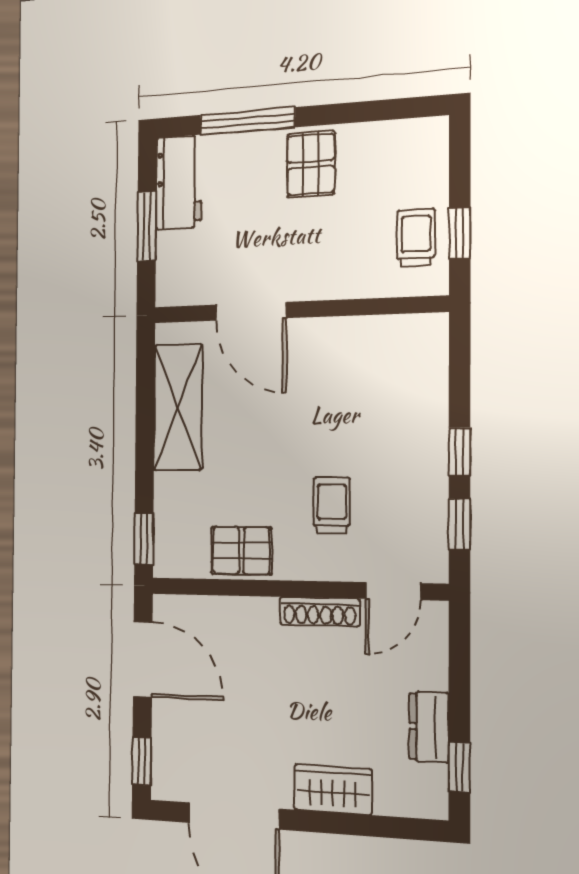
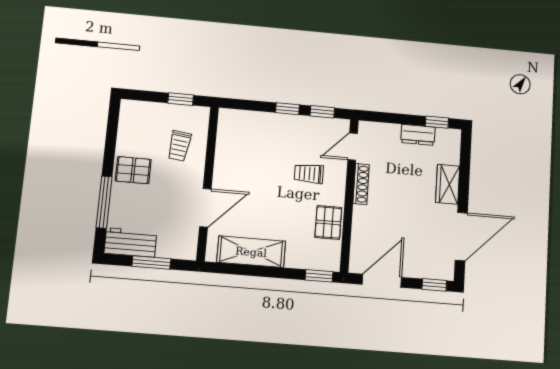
trolley: (416, 238) -> (179, 146), moved, turned -83
door: (393, 591) -> (353, 147), swing flipped

